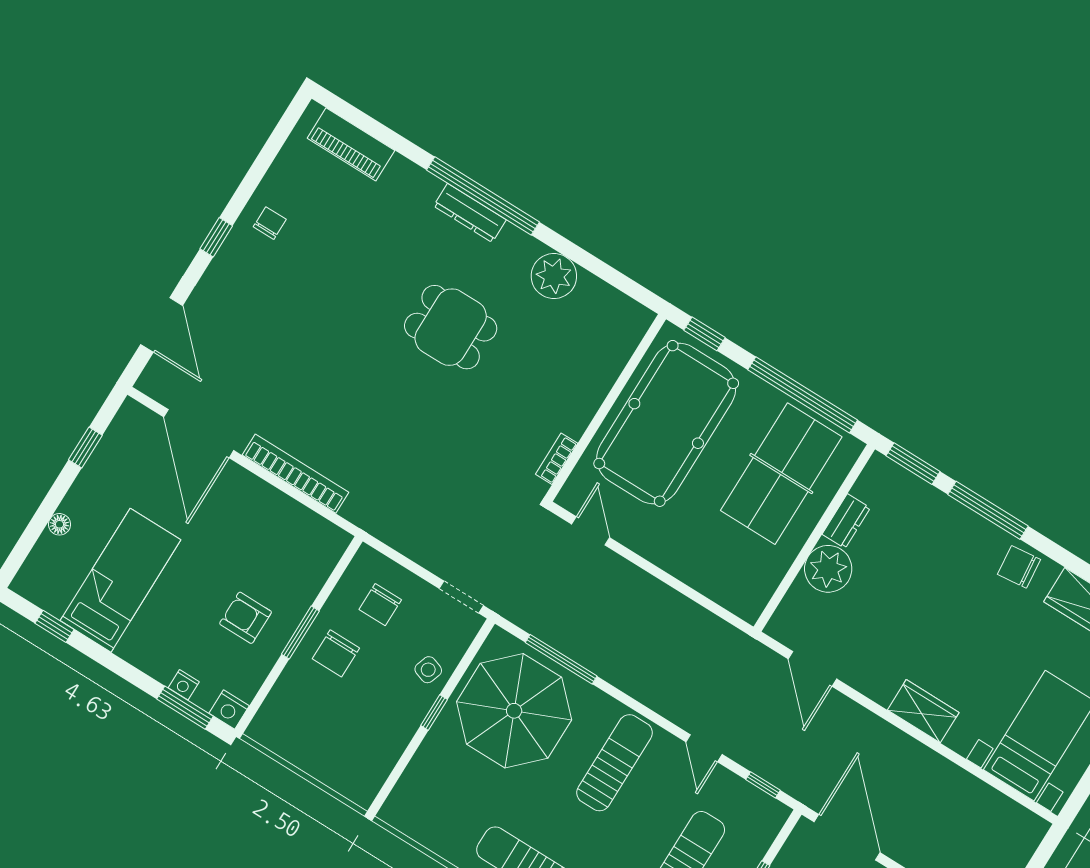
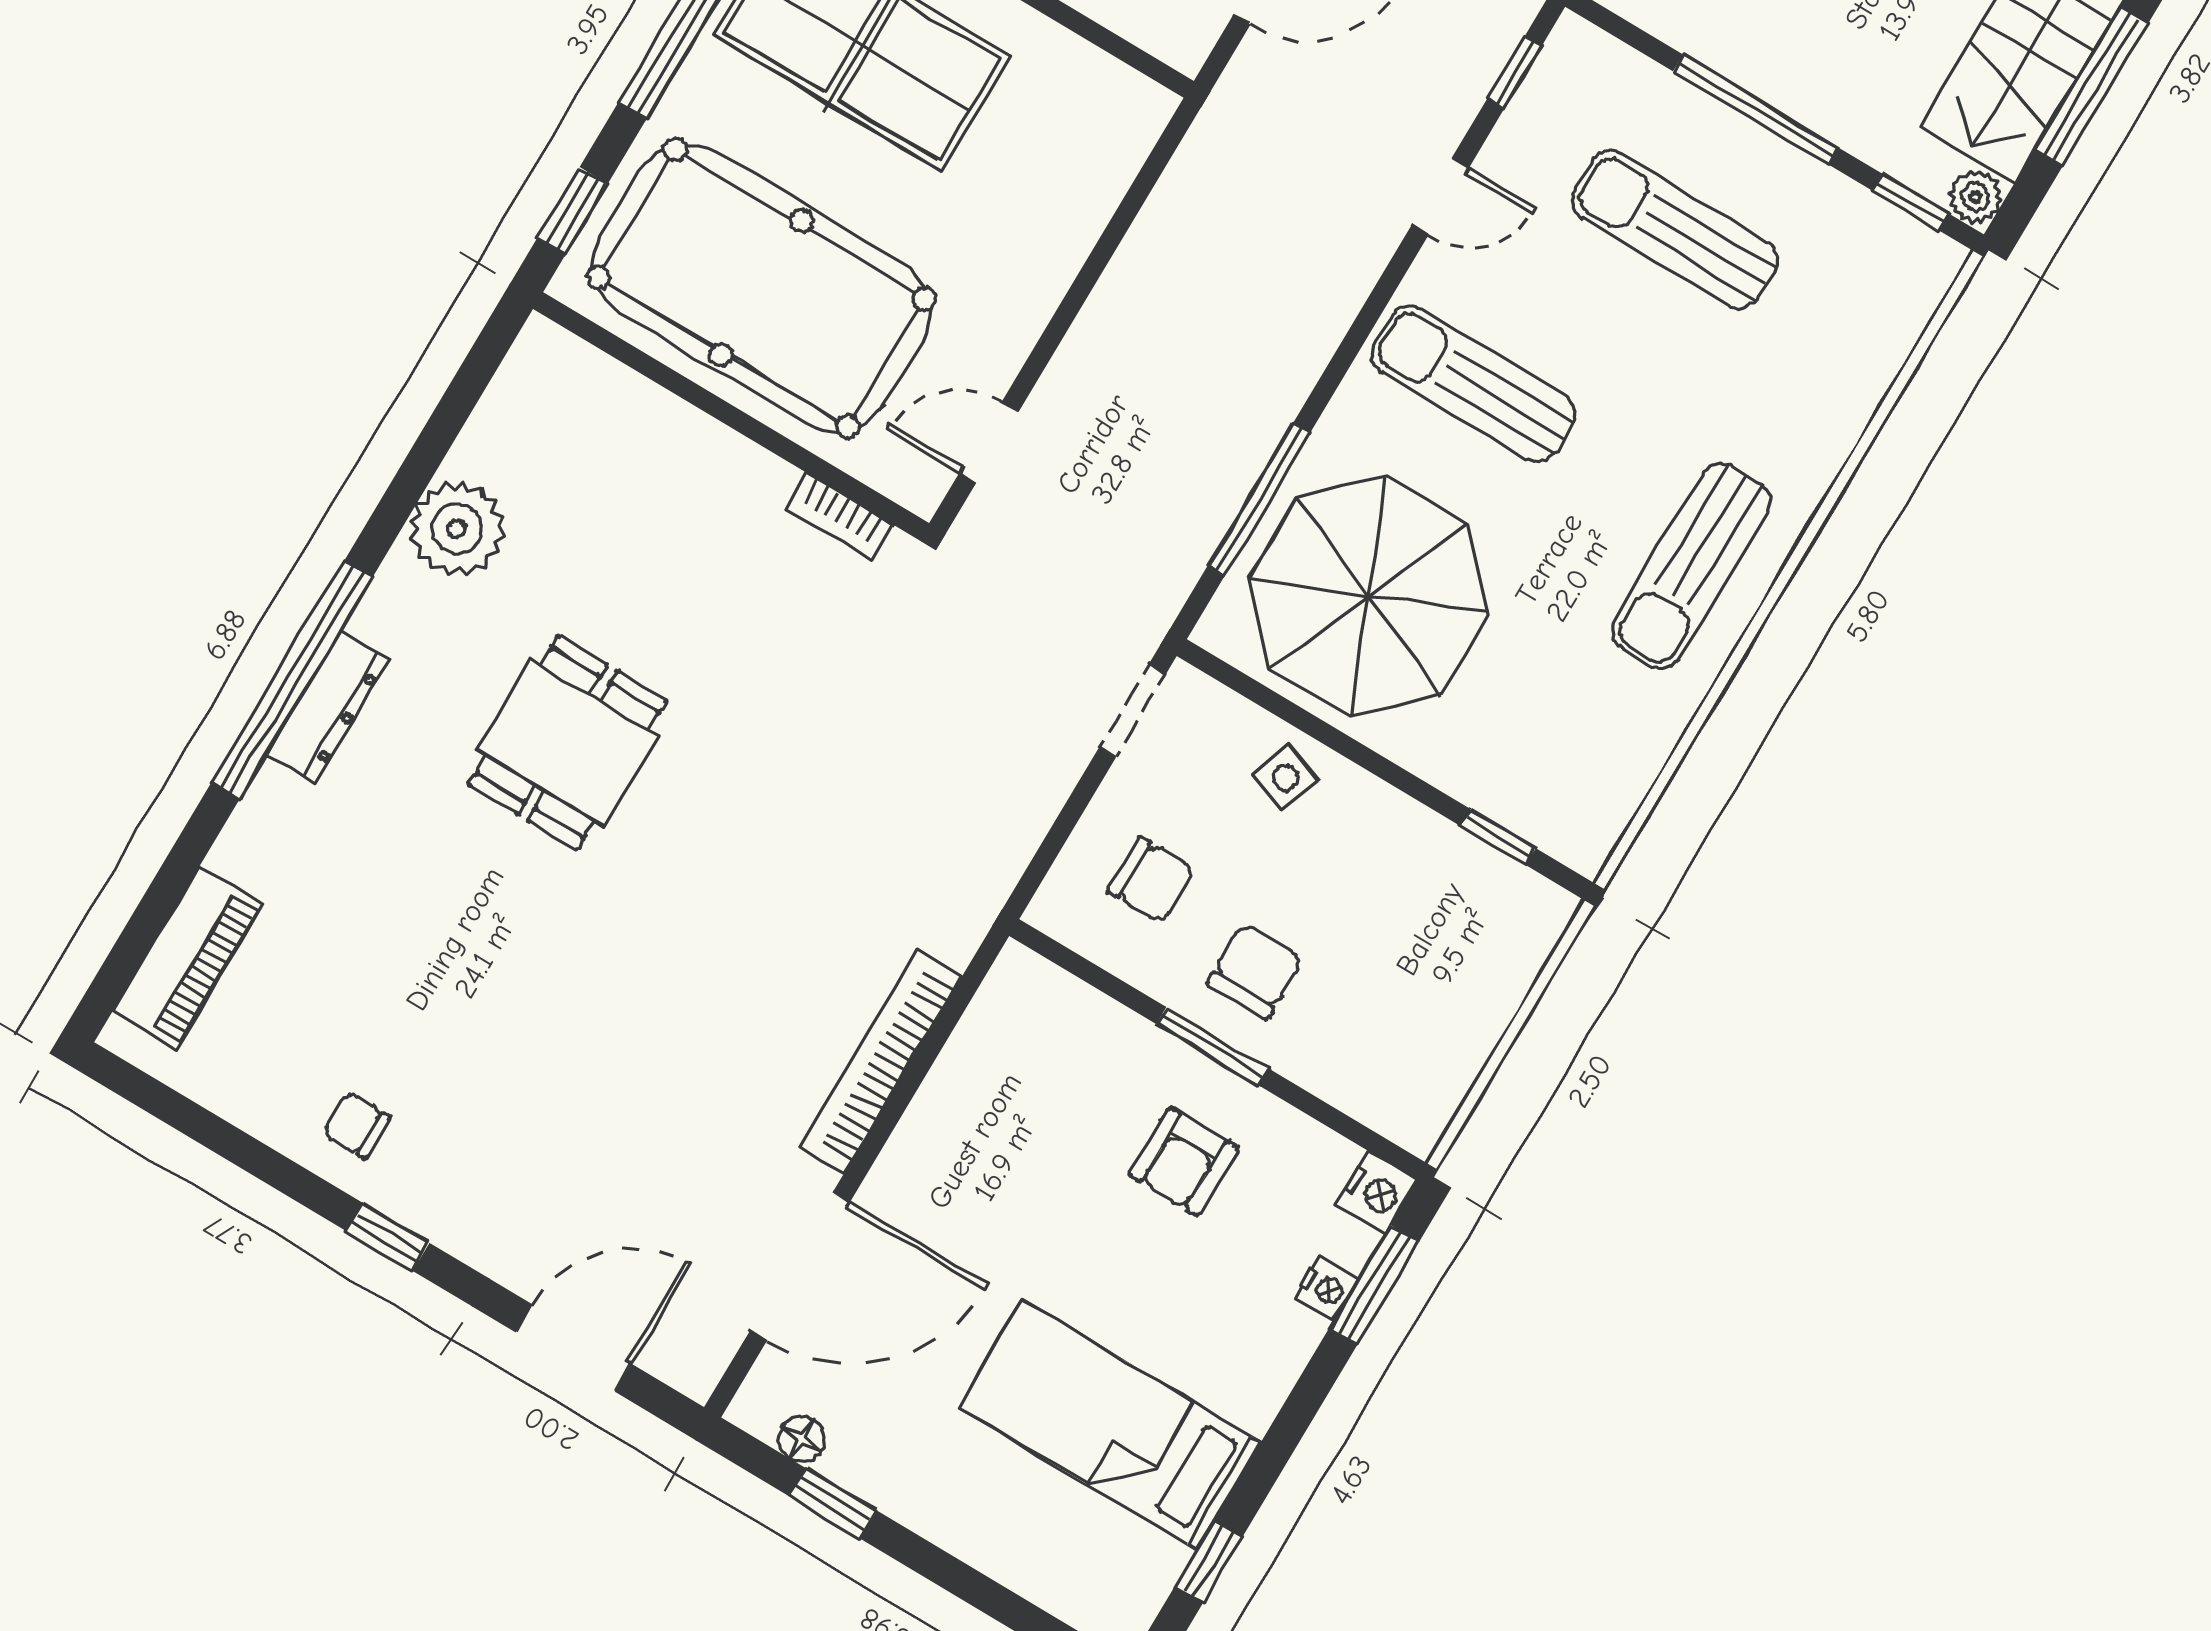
floor lamp: (59, 524) -> (801, 1439), moved
chair: (336, 653) -> (1255, 971), turned -90
window: (434, 712) -> (1498, 837), moved

